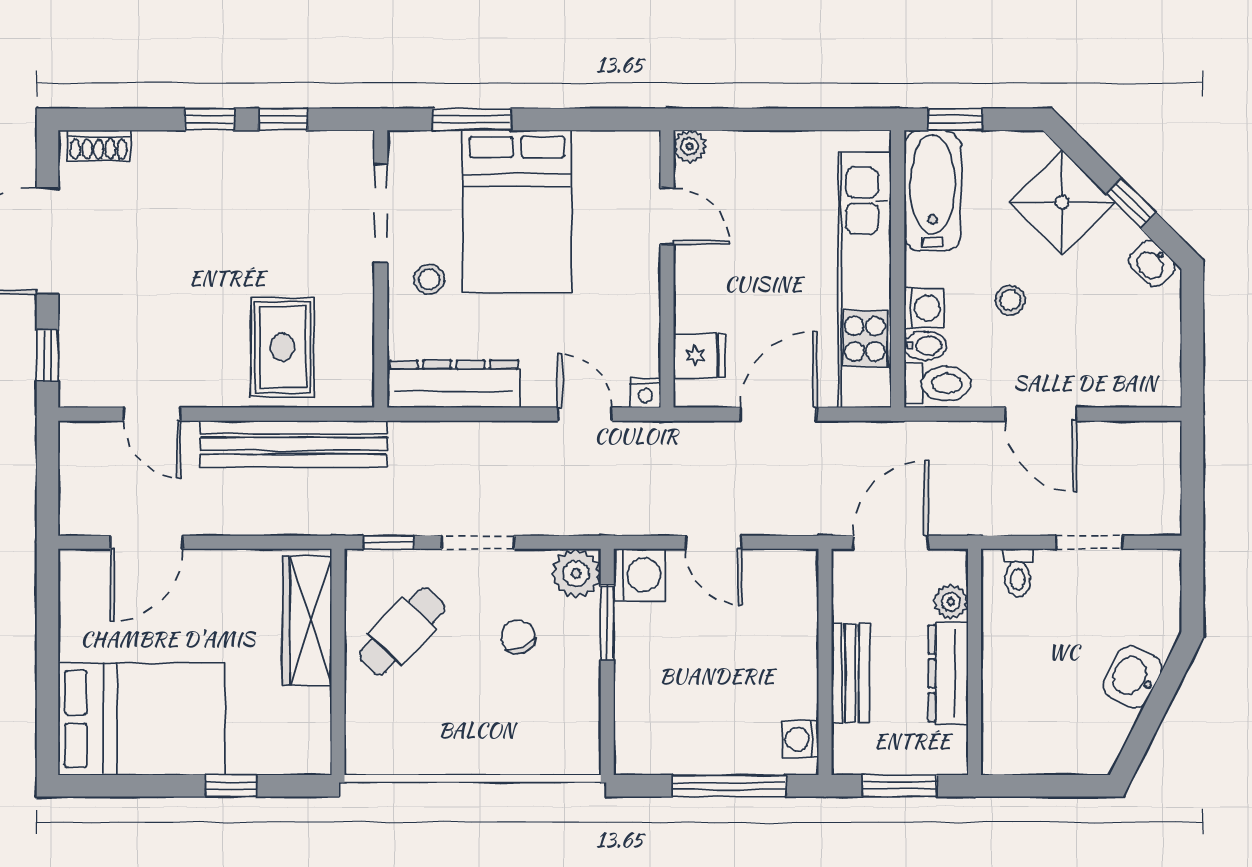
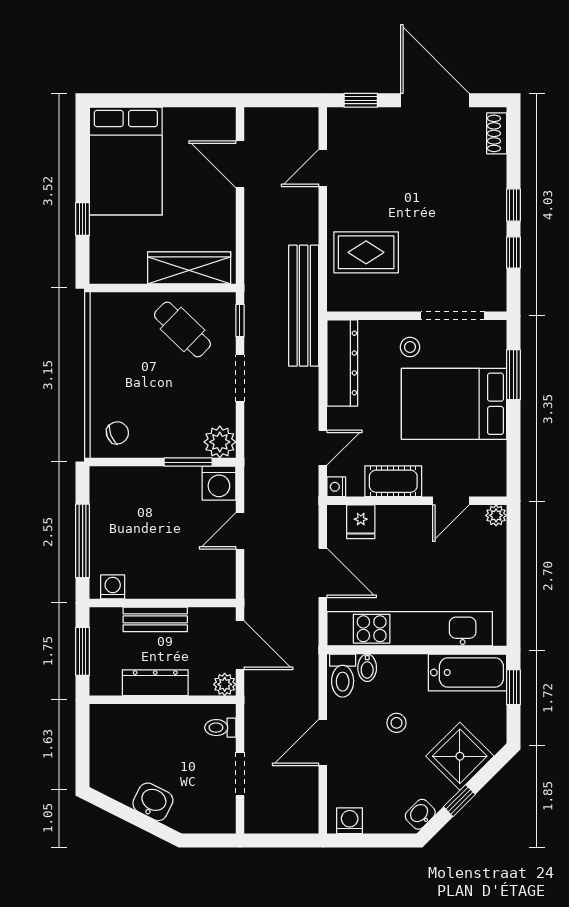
cot: (637, 305) -> (393, 481), added
washing machine: (924, 308) -> (350, 821), moved, turned 180
bench: (294, 444) -> (304, 306), moved
plant: (951, 602) -> (225, 684), moved
chair: (518, 637) -> (117, 433), moved

